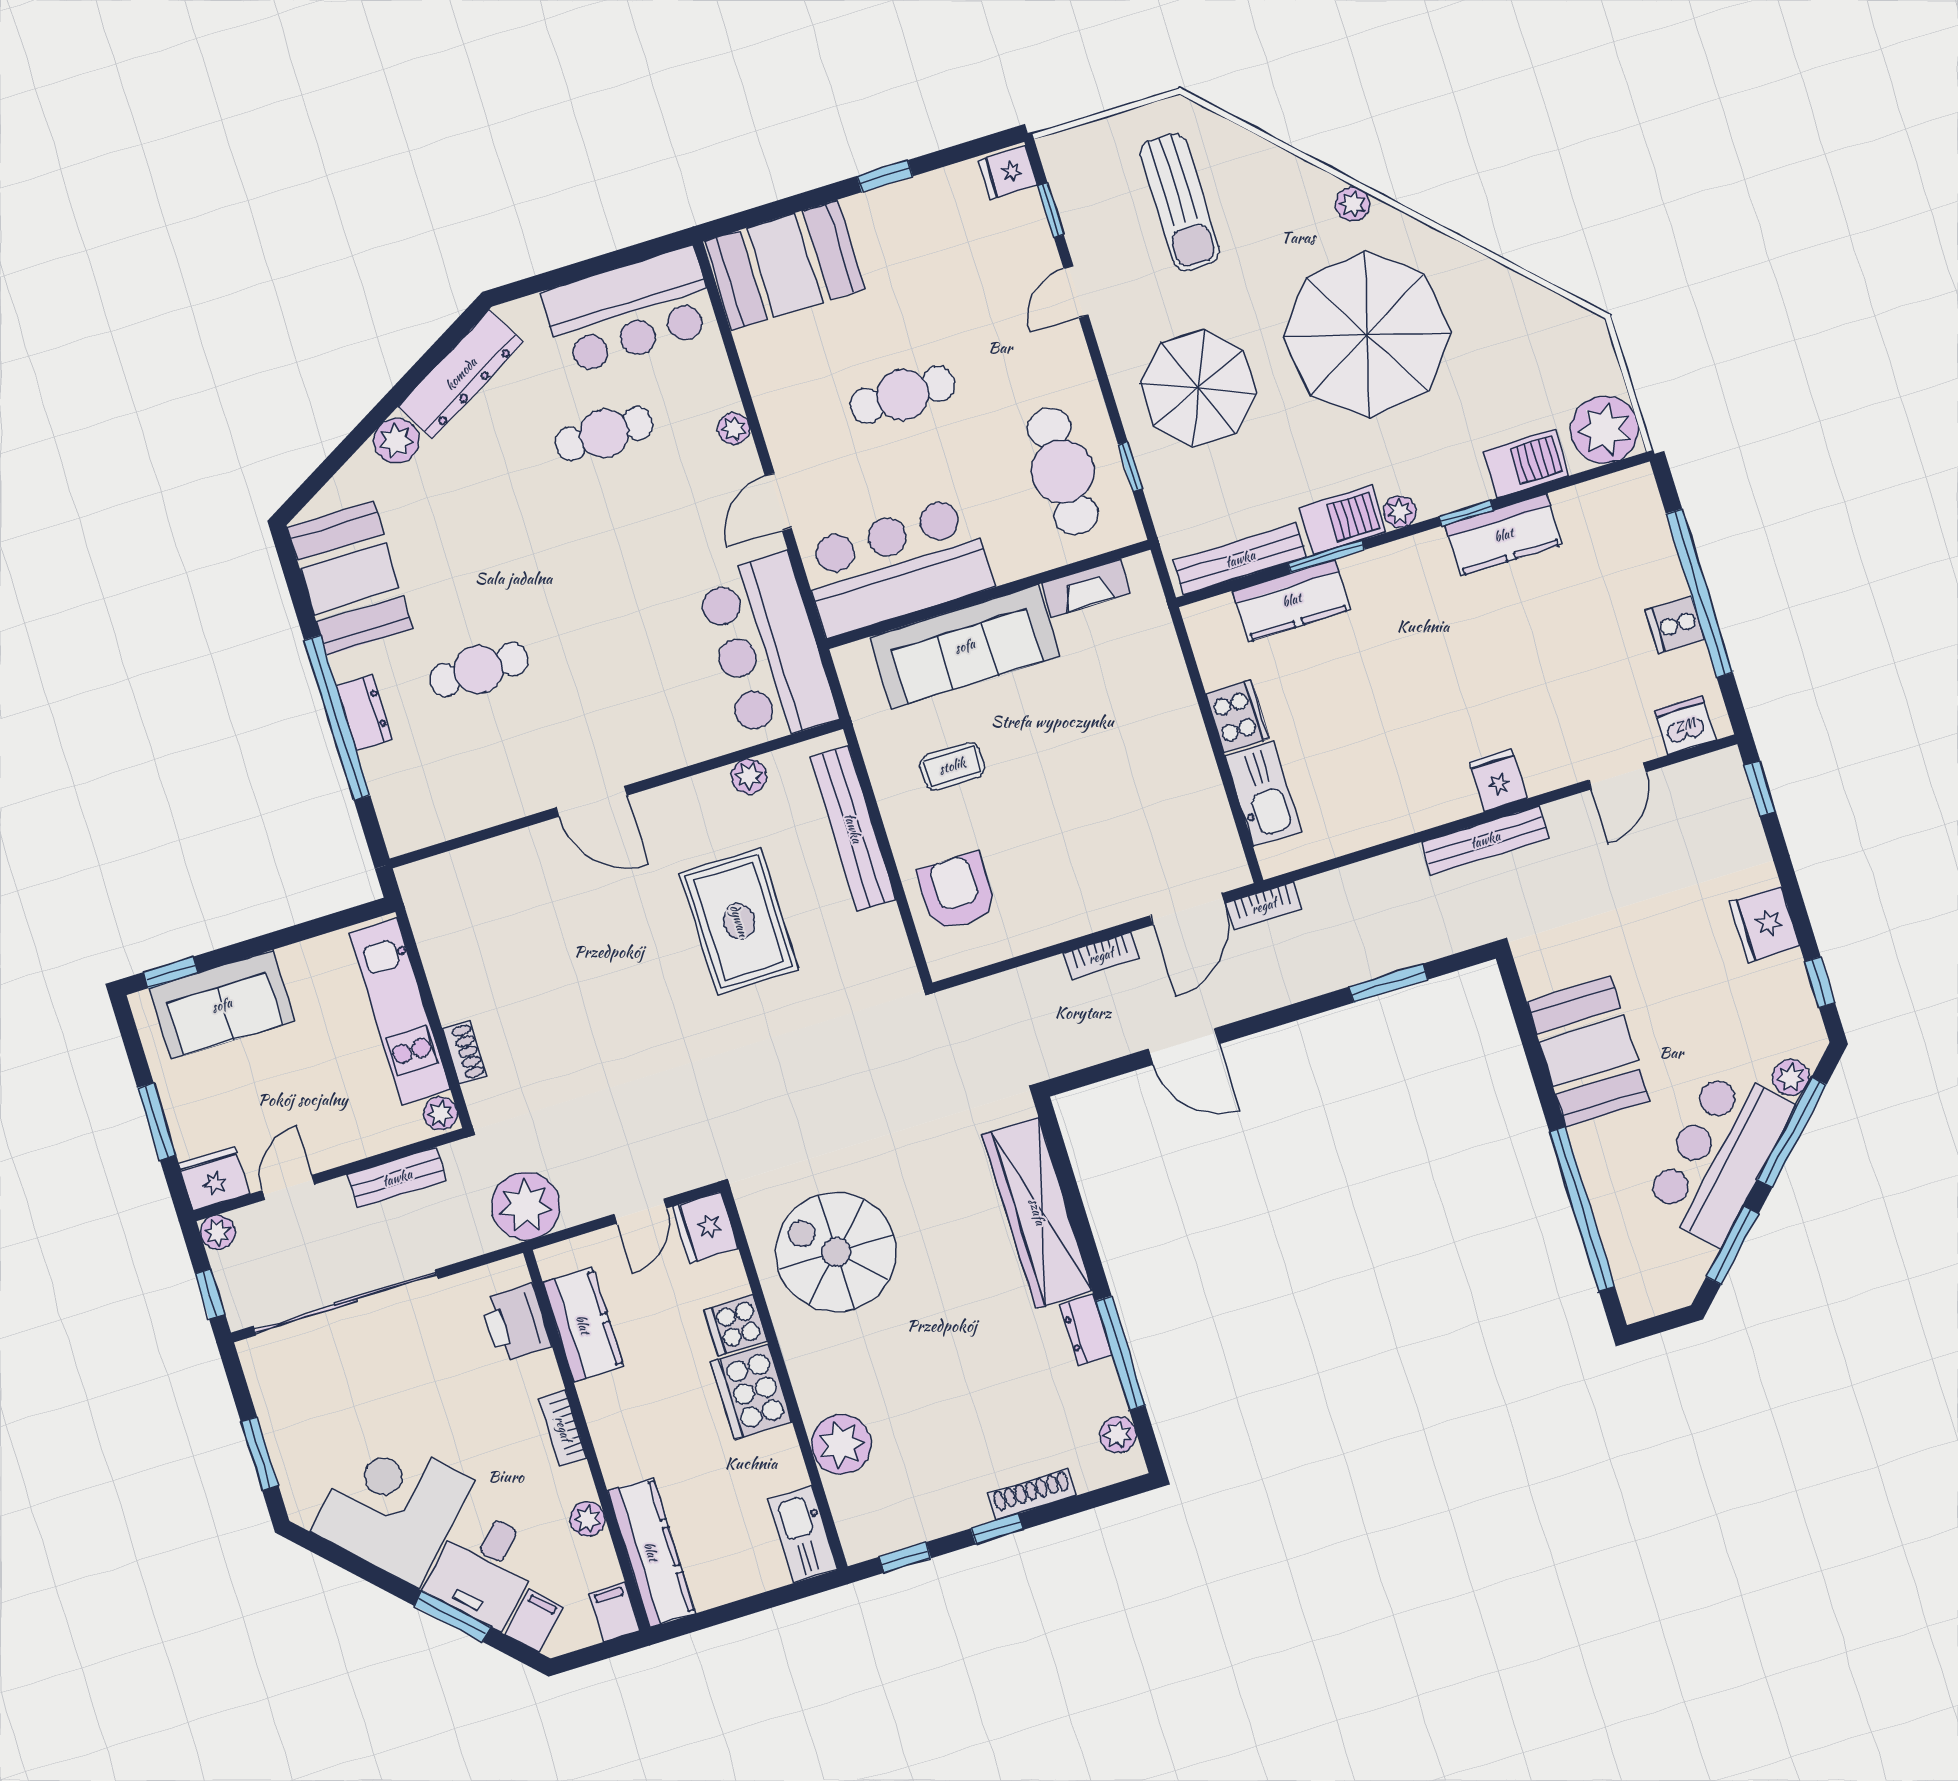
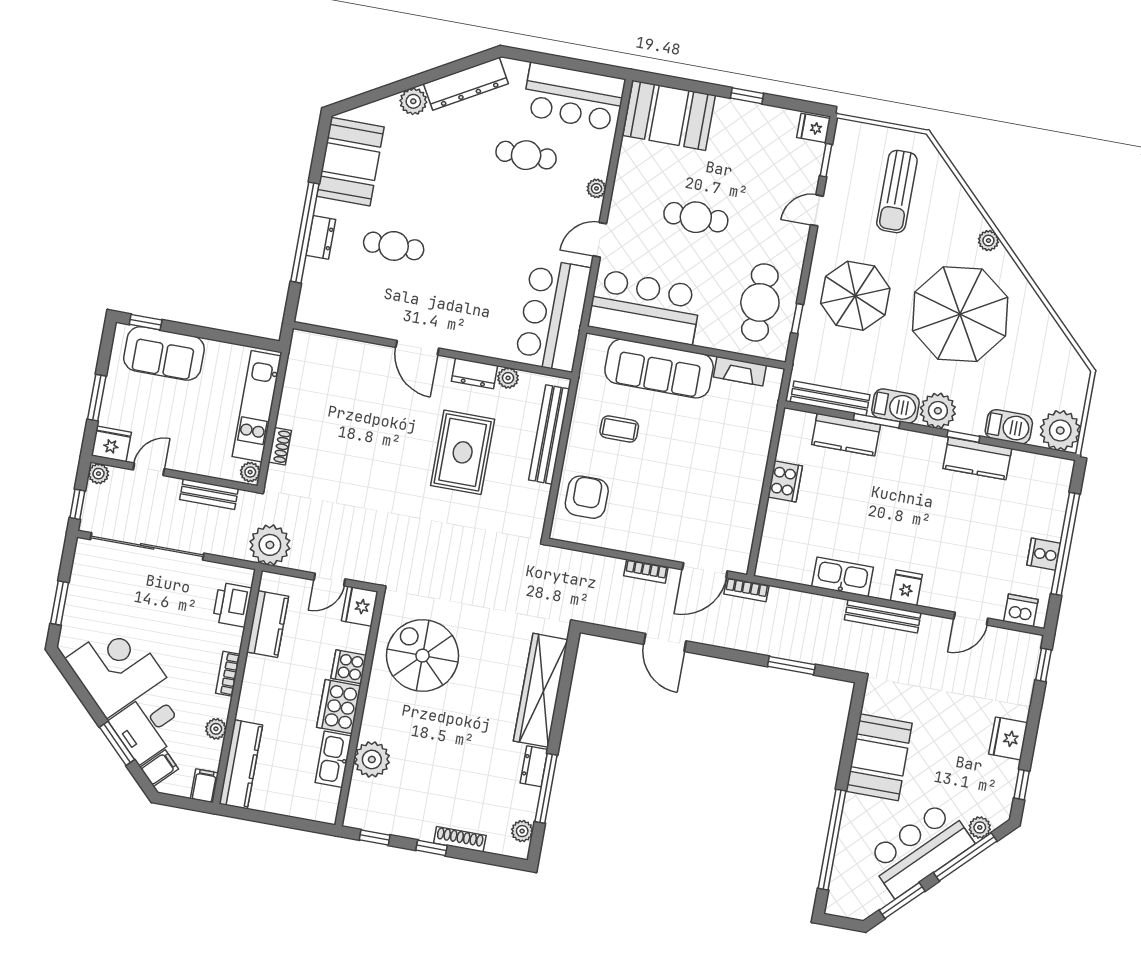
plant: (1400, 512) -> (938, 411), width x1.88, depth x1.88
kitchen sink: (1263, 794) -> (842, 577), moved, turned -90
dresser: (696, 795) -> (474, 373), added
kitchen sink: (803, 1534) -> (333, 759), moved

